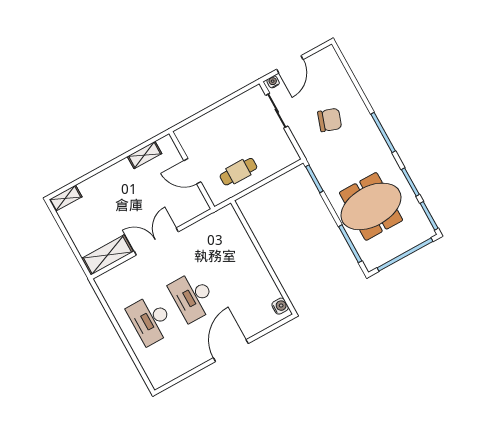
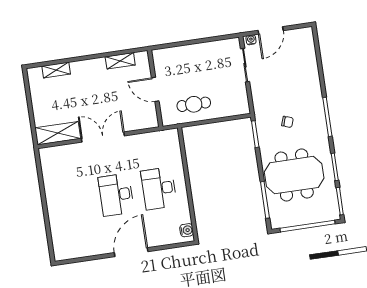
chair: (330, 120) -> (287, 122), moved, width x0.54, depth x0.54
shelving: (65, 198) -> (56, 70), moved
desk: (151, 320) -> (159, 188), moved

